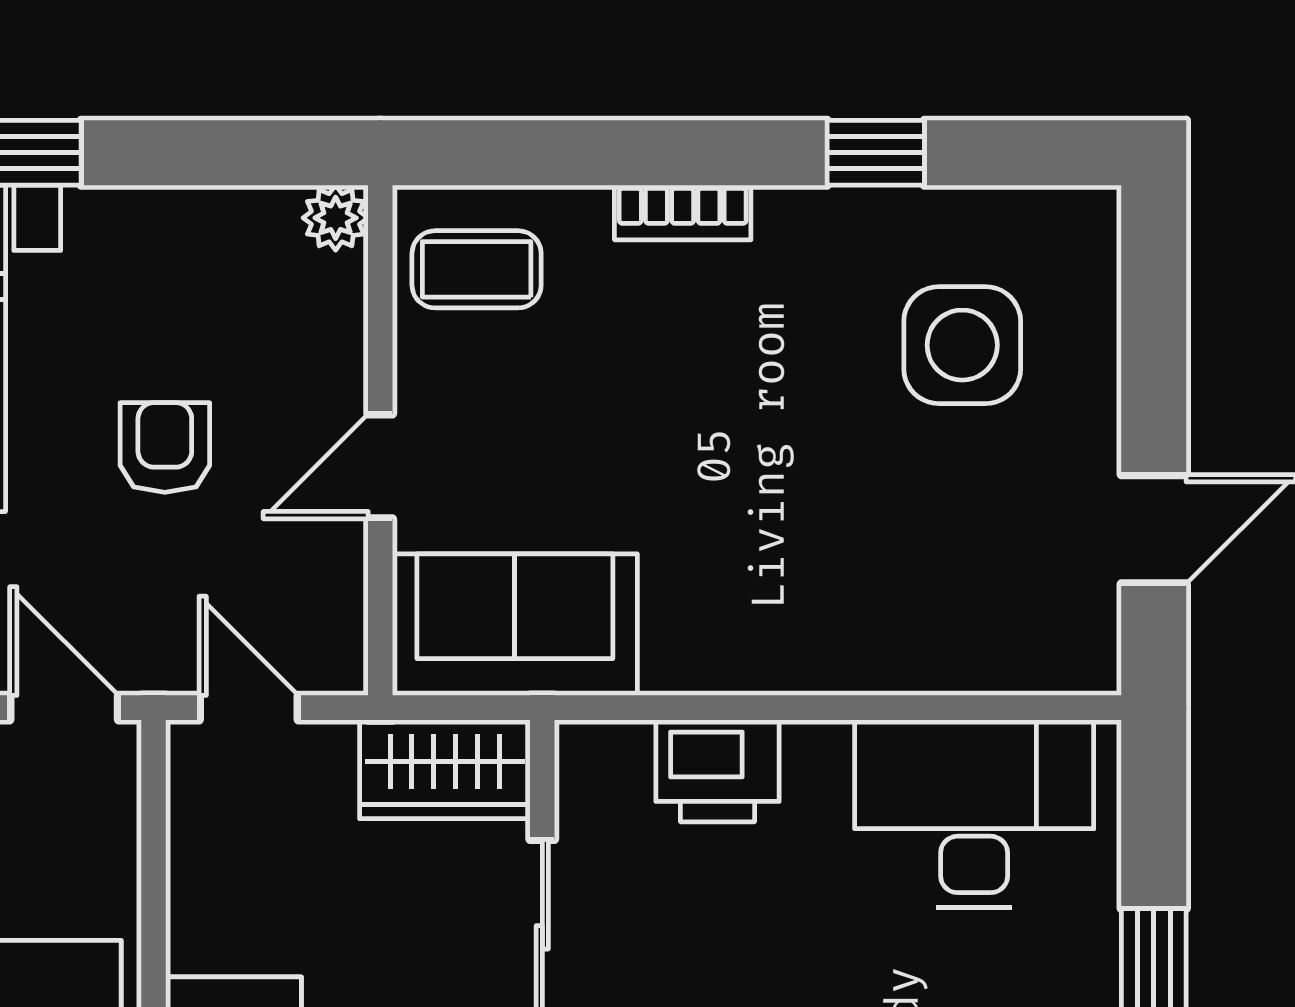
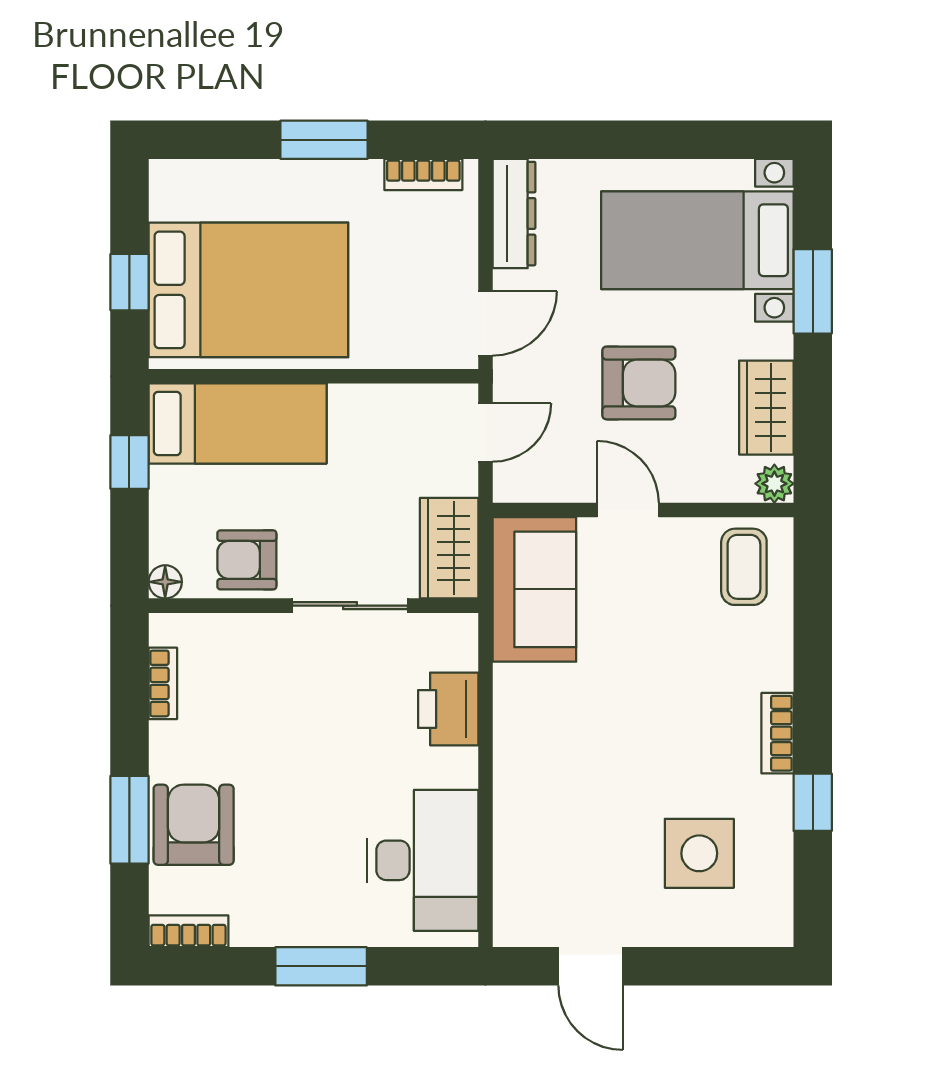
bookcase: (683, 212) -> (777, 733), moved
wardrobe: (207, 231) -> (766, 408), added
armchair: (165, 447) -> (639, 383), width x1.38, depth x1.38

